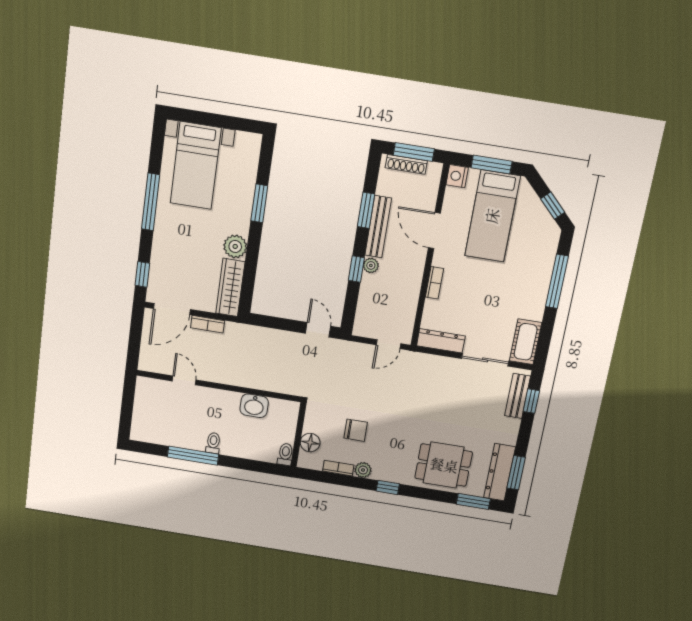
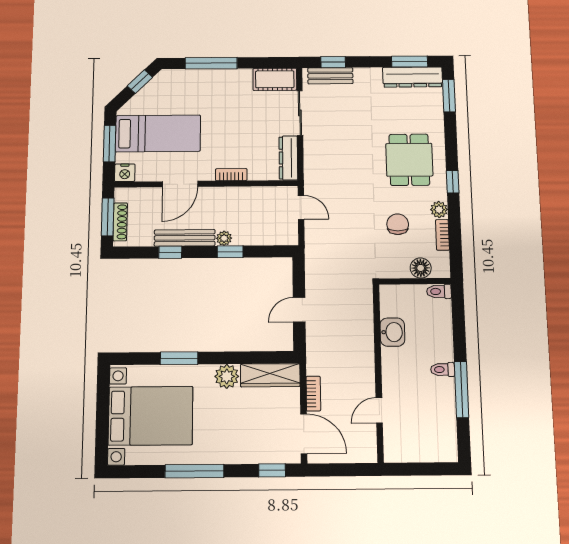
bed with nightstands: (196, 166) -> (151, 416), width x1.36
window: (366, 210) -> (170, 252), width x0.67
door: (318, 330) -> (299, 310), moved
dining table: (444, 465) -> (409, 160), moved

